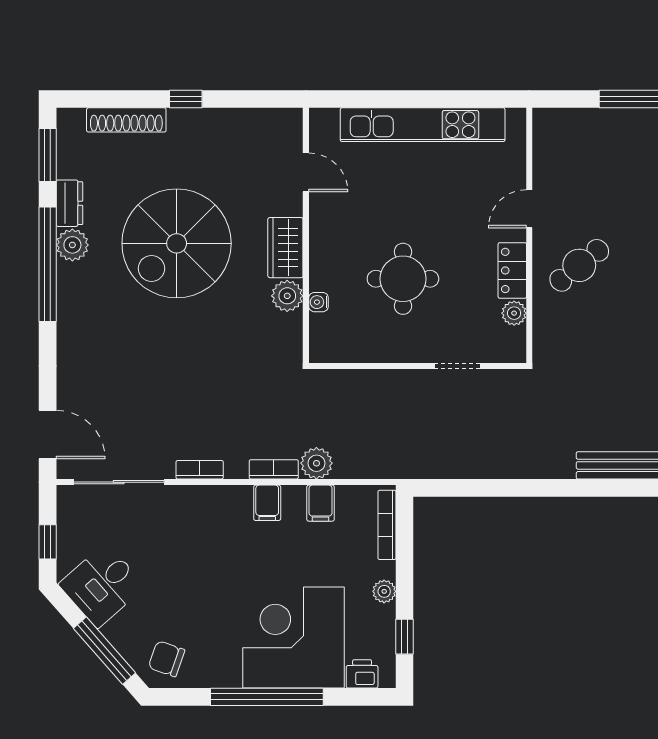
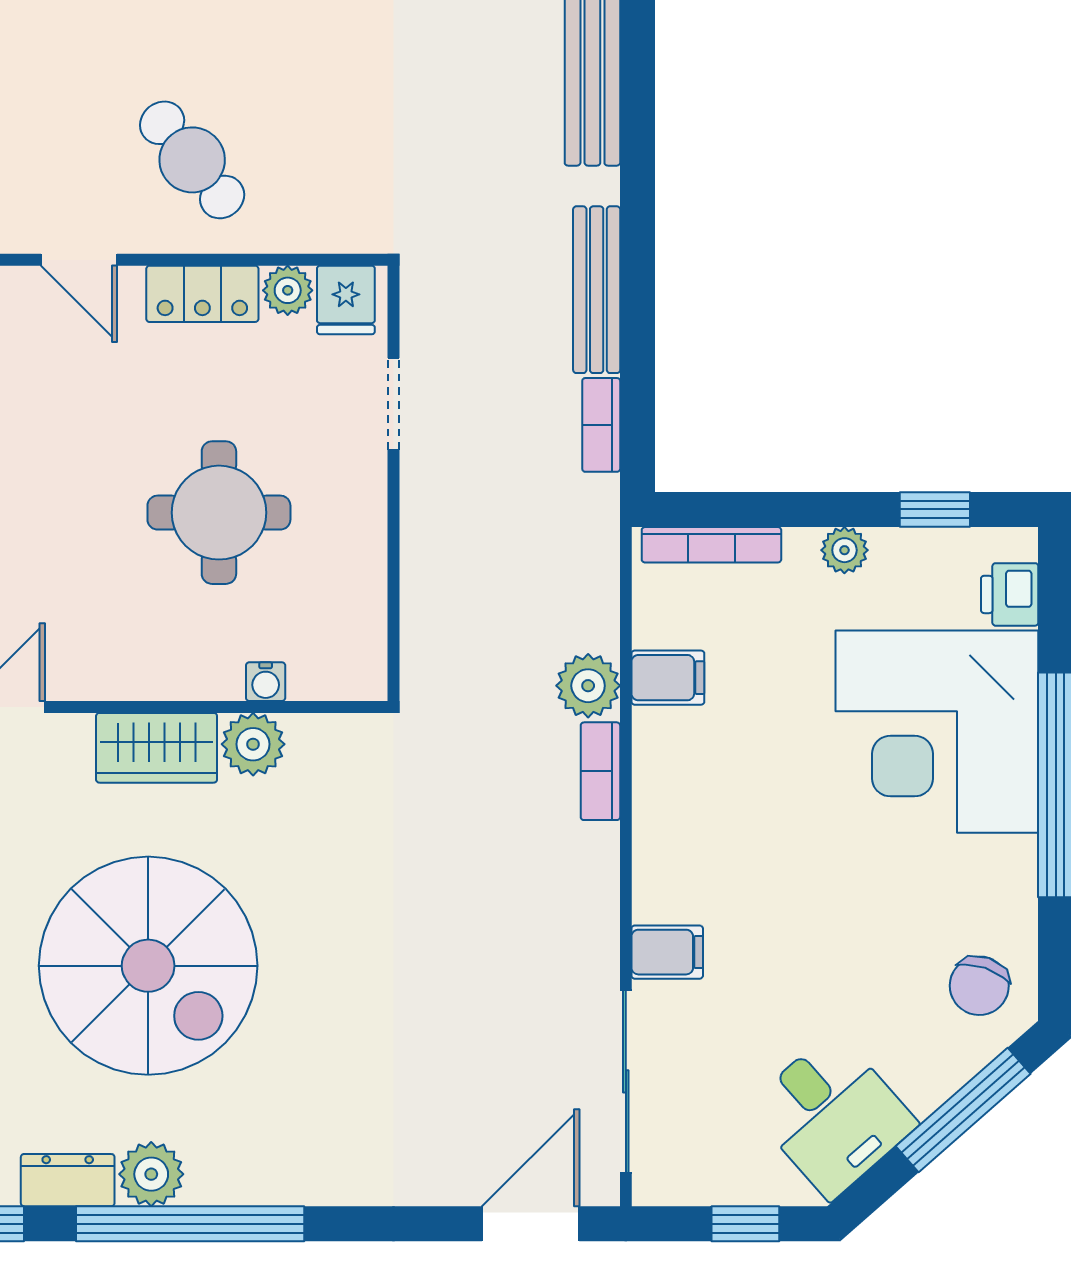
fridge: (509, 342) -> (346, 300), added
bench: (514, 468) -> (597, 290), added
bookcase: (200, 470) -> (601, 425), moved
filing cabinet: (267, 503) -> (667, 952), moved

